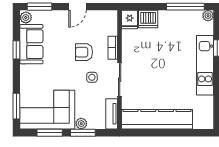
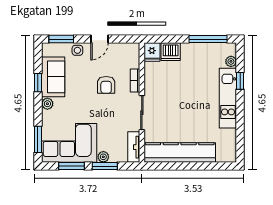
plant: (208, 16) -> (231, 61), moved
plant: (26, 17) -> (47, 104), moved
armchair: (84, 52) -> (106, 85), turned -90
side table: (92, 77) -> (77, 50), moved

